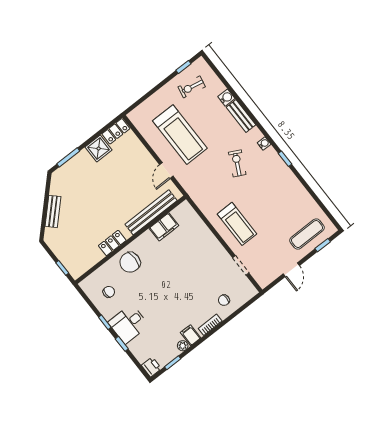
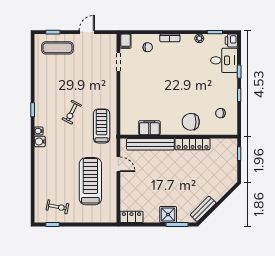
water cooler: (226, 98) -> (40, 141), moved
bench: (241, 116) -> (40, 161), removed
shower: (99, 148) -> (168, 214), moved
exercise bike: (237, 163) -> (72, 112), moved
door: (166, 170) -> (118, 164), hinge flipped
bench: (53, 211) -> (203, 209), moved
treadmill: (237, 224) -> (102, 126), moved
locker: (112, 243) -> (192, 144), width x1.53
chair: (130, 262) -> (191, 122), turned 180
desk: (129, 324) -> (224, 60), moved
filing cabinet: (191, 335) -> (125, 41), moved

